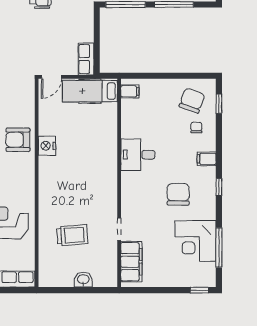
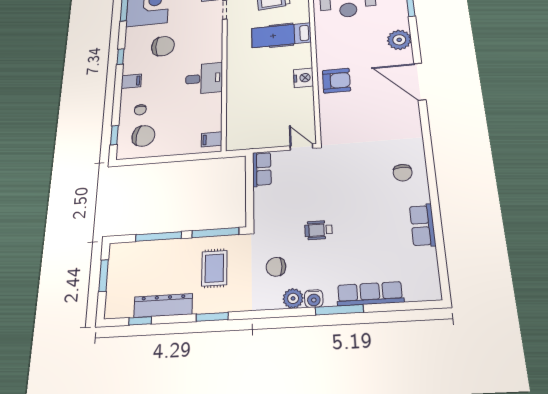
door: (51, 77) -> (301, 147), hinge flipped
hospital bed: (90, 91) -> (281, 35), moved, turned 180
chair: (192, 100) -> (143, 136), turned -100
chair: (178, 194) -> (163, 46), turned -90

